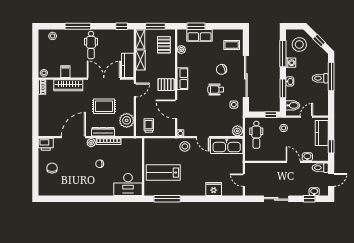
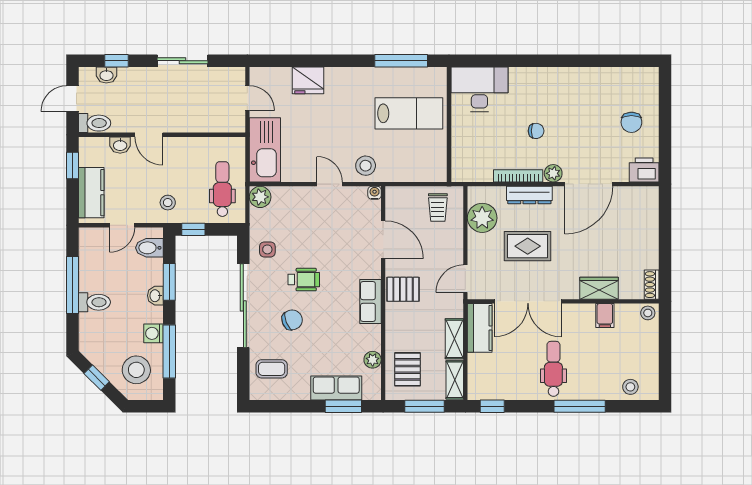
window: (331, 76) -> (73, 285), moved
wardrobe: (68, 85) -> (599, 288), width x0.67
kitchen sink: (227, 146) -> (265, 150), moved, turned 90

